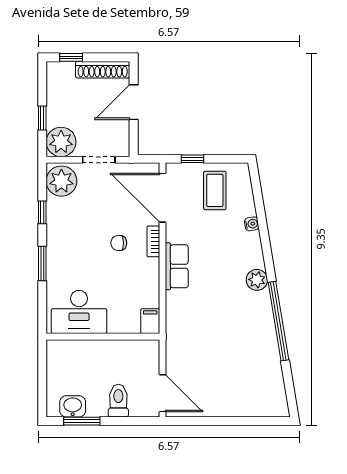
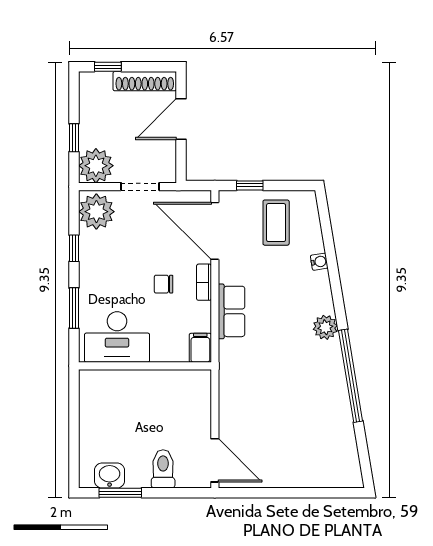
desk: (79, 312) -> (117, 337), moved
filing cabinet: (150, 321) -> (200, 348), moved
wall: (103, 337) -> (145, 366), moved

